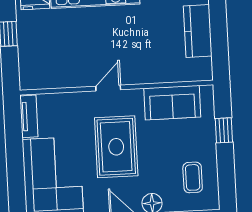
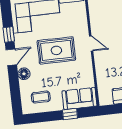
sofa: (172, 103) -> (79, 99), moved, turned 90

